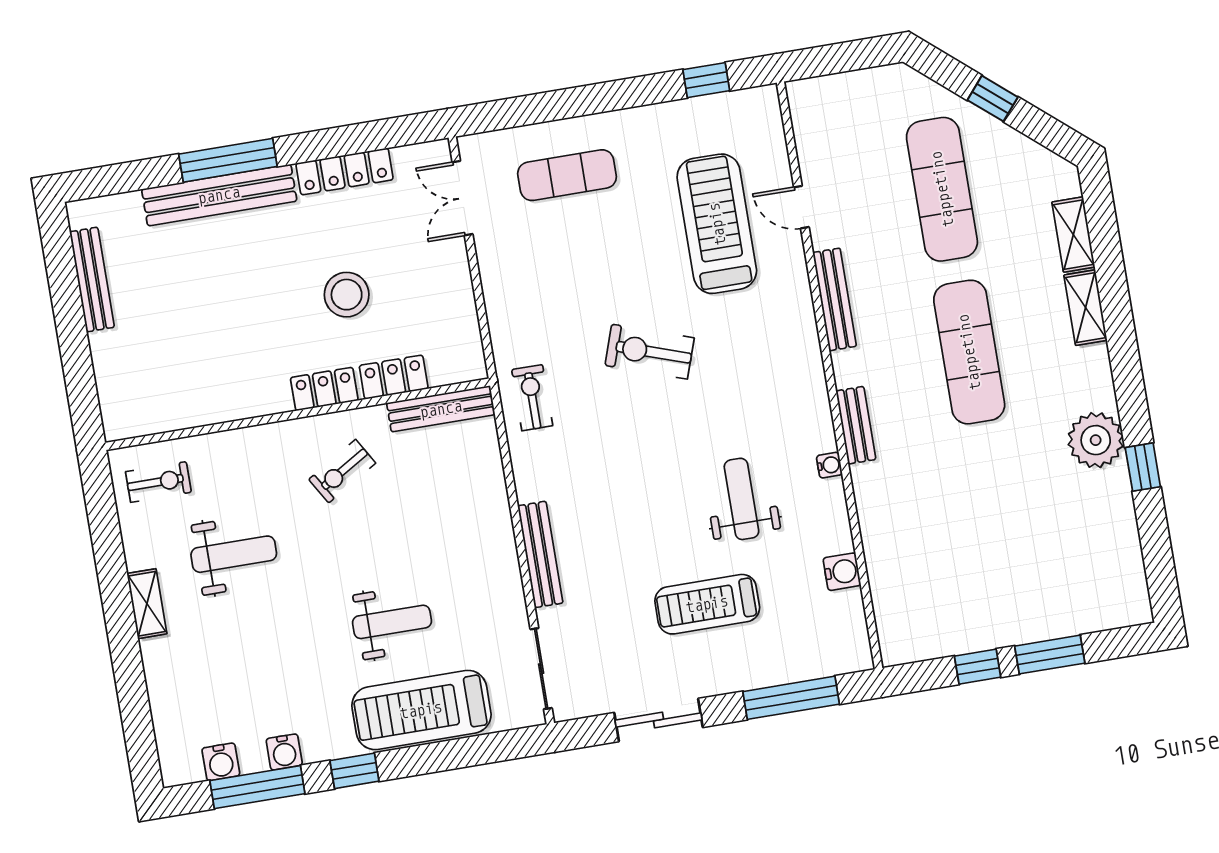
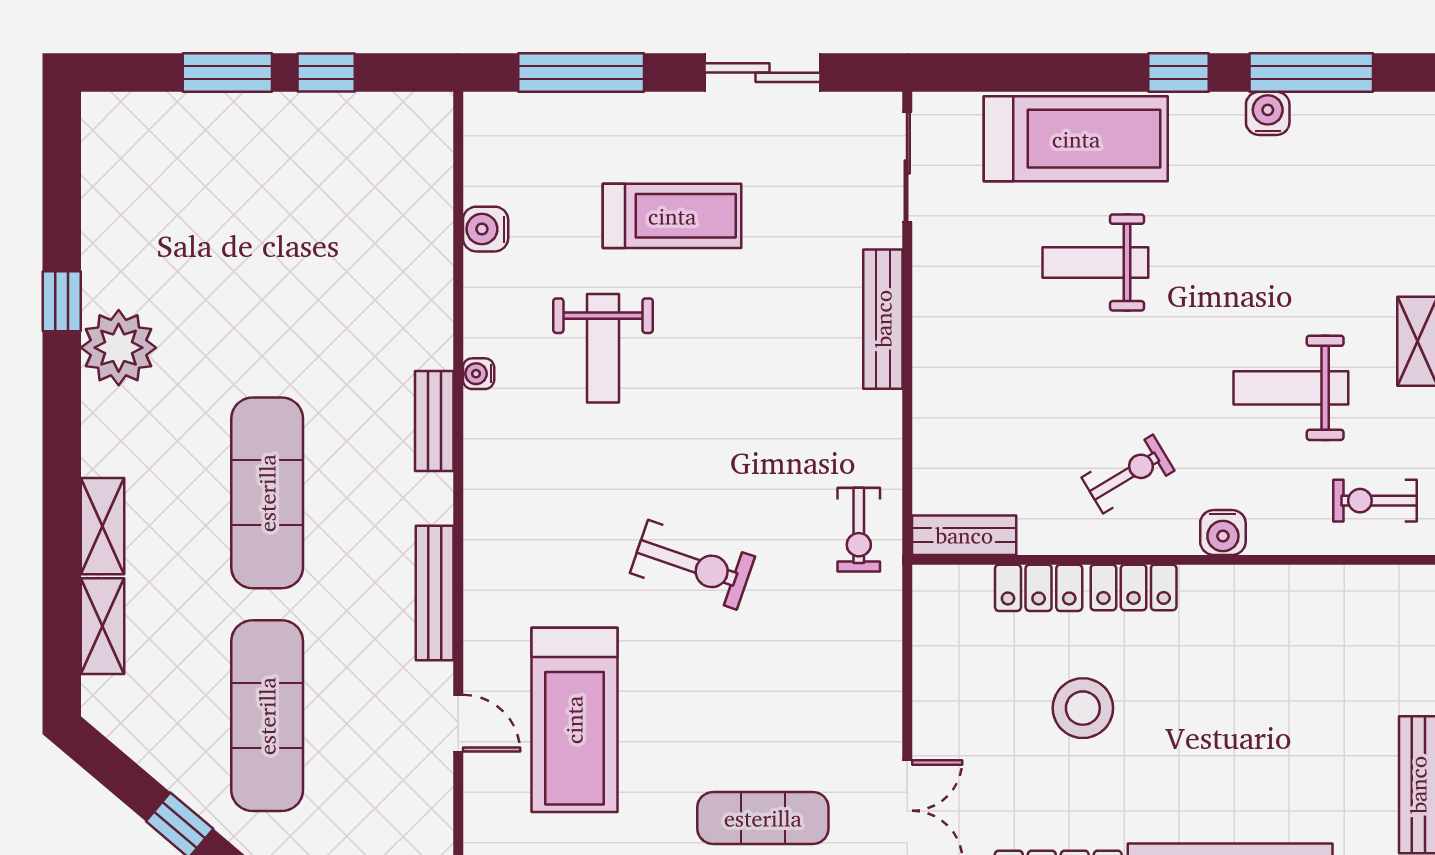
bench: (441, 409) -> (964, 535), width x0.73
water cooler: (221, 762) -> (1223, 532), moved, turned 180

